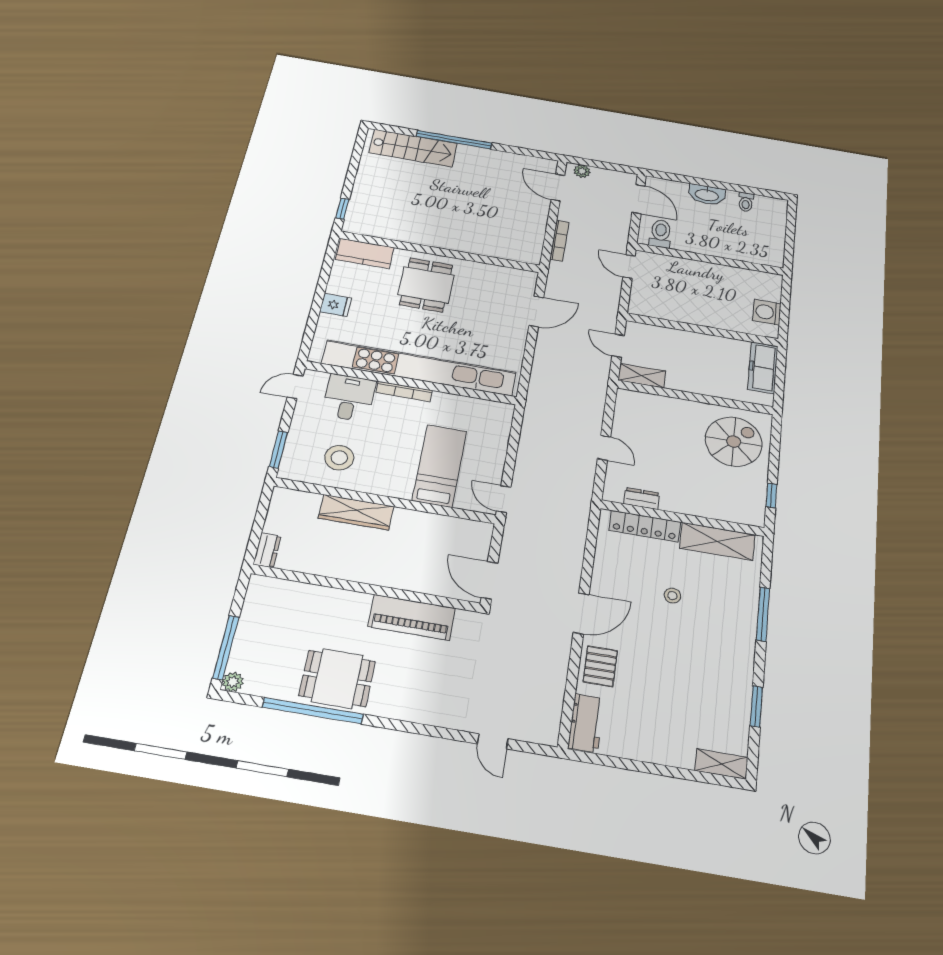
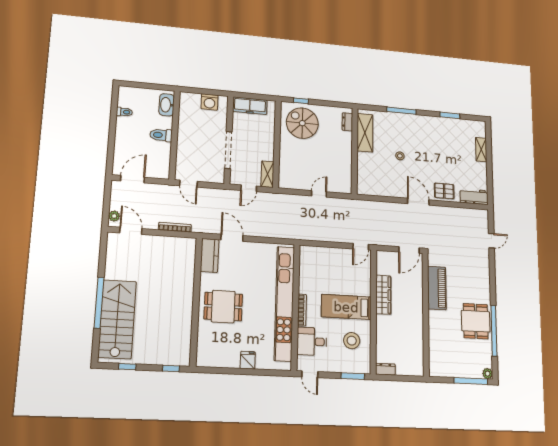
stairs: (413, 148) -> (117, 319), width x1.36, depth x1.51
window: (355, 160) -> (127, 367), added
door: (558, 188) -> (131, 231), swing flipped
washbasin: (707, 195) -> (167, 105), moved, turned 180
toilet: (661, 234) -> (161, 135), moved
kitchen counter: (365, 253) -> (210, 255), moved
door: (629, 267) -> (188, 184), hinge flipped
doorway: (684, 327) -> (228, 150), added
bed: (440, 466) -> (346, 307), moved
window: (771, 495) -> (301, 101), moved
dresser: (642, 498) -> (347, 122), moved
wardrobe: (356, 512) -> (383, 295), moved
locker: (645, 526) -> (363, 171), removed
dresser: (267, 550) -> (385, 369), moved
shelving: (721, 764) -> (481, 150), moved

